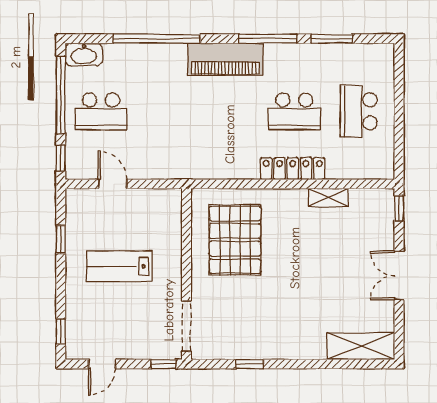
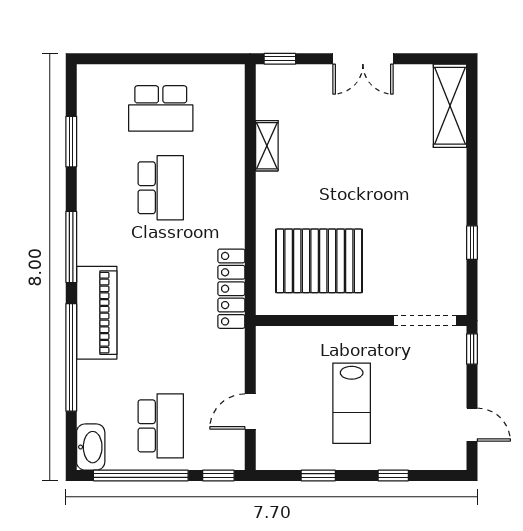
window: (268, 39) -> (71, 247), moved
piano: (225, 59) -> (97, 313), moved
locker: (293, 169) -> (231, 289), moved
window: (61, 331) -> (393, 476), moved

